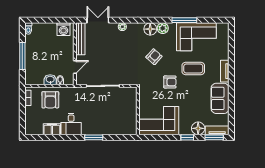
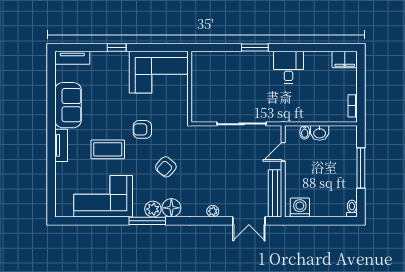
window: (184, 20) -> (147, 221), moved
armchair: (50, 100) -> (319, 103), removed
floor lamp: (198, 128) -> (101, 61), removed
filing cabinet: (52, 129) -> (345, 59), moved
window: (214, 137) -> (77, 47), removed

